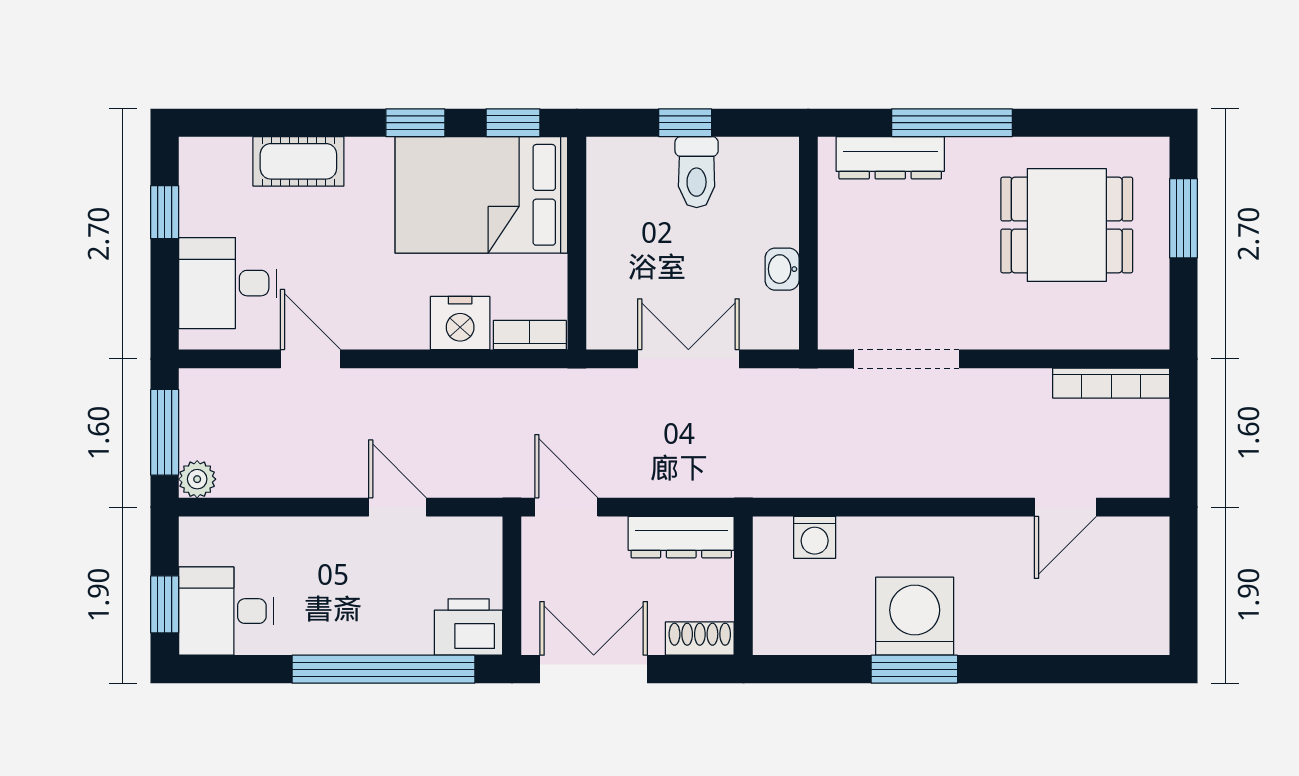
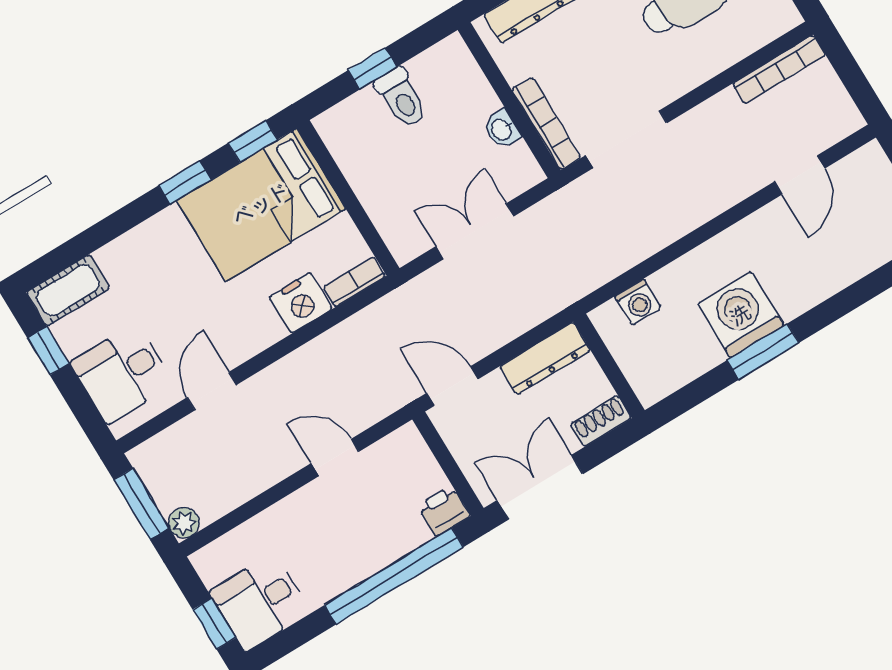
cot: (298, 161) -> (68, 290), moved
bookcase: (832, 291) -> (546, 123), added
door: (310, 359) -> (212, 391), hinge flipped
printer: (469, 627) -> (444, 511), width x0.73, depth x0.81

